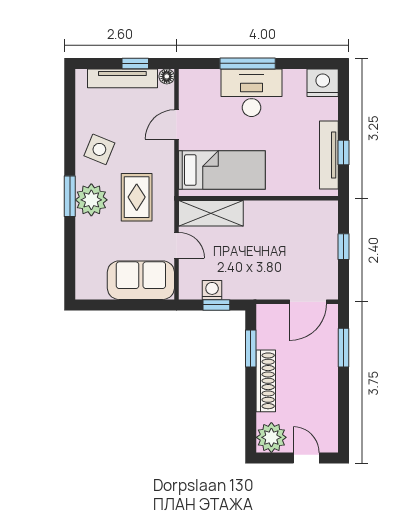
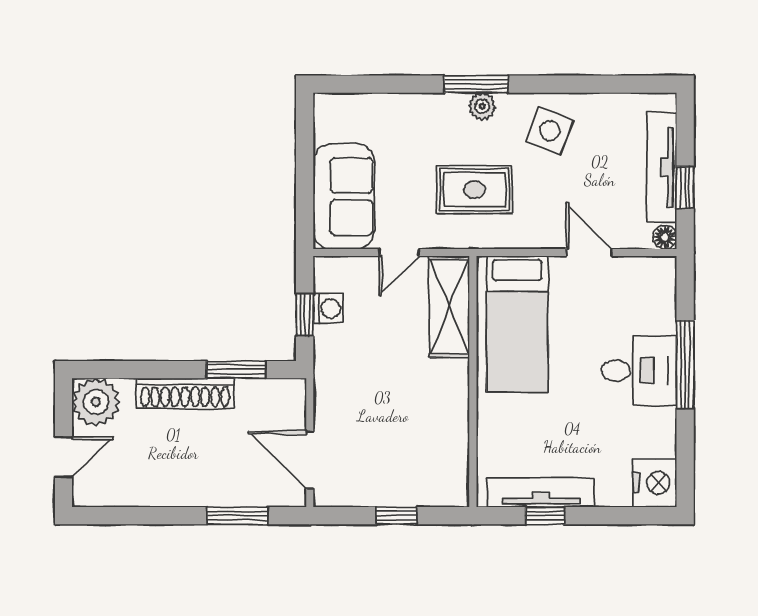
desk: (251, 93) -> (639, 371), width x0.73
plant: (91, 200) -> (482, 106), width x0.53, depth x0.53

